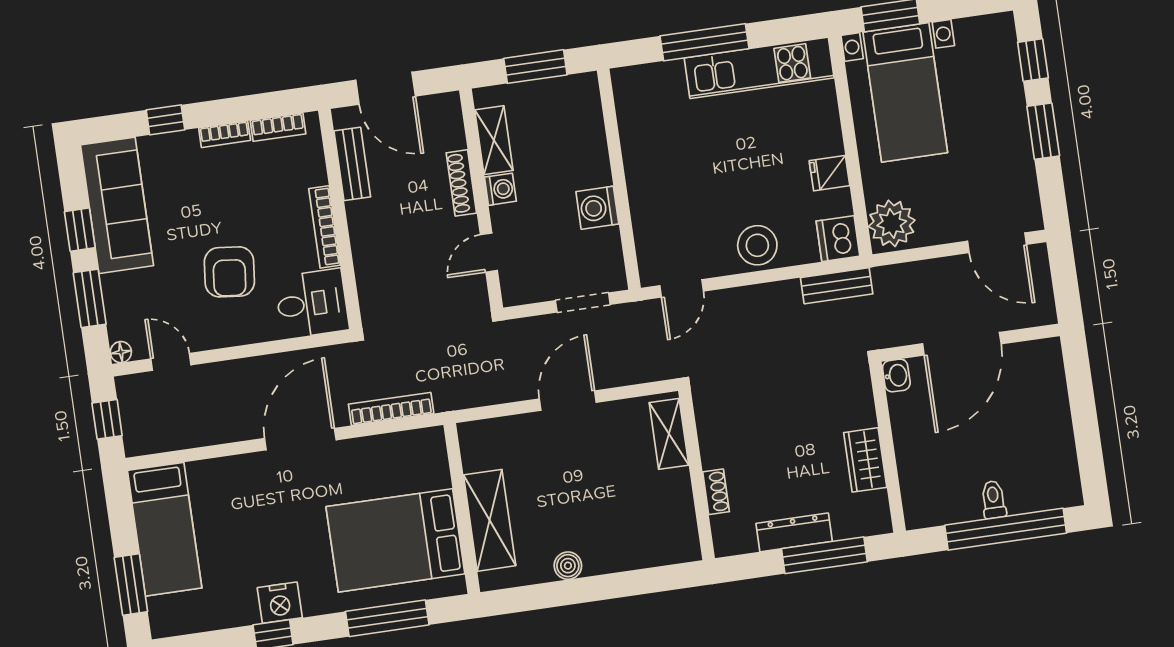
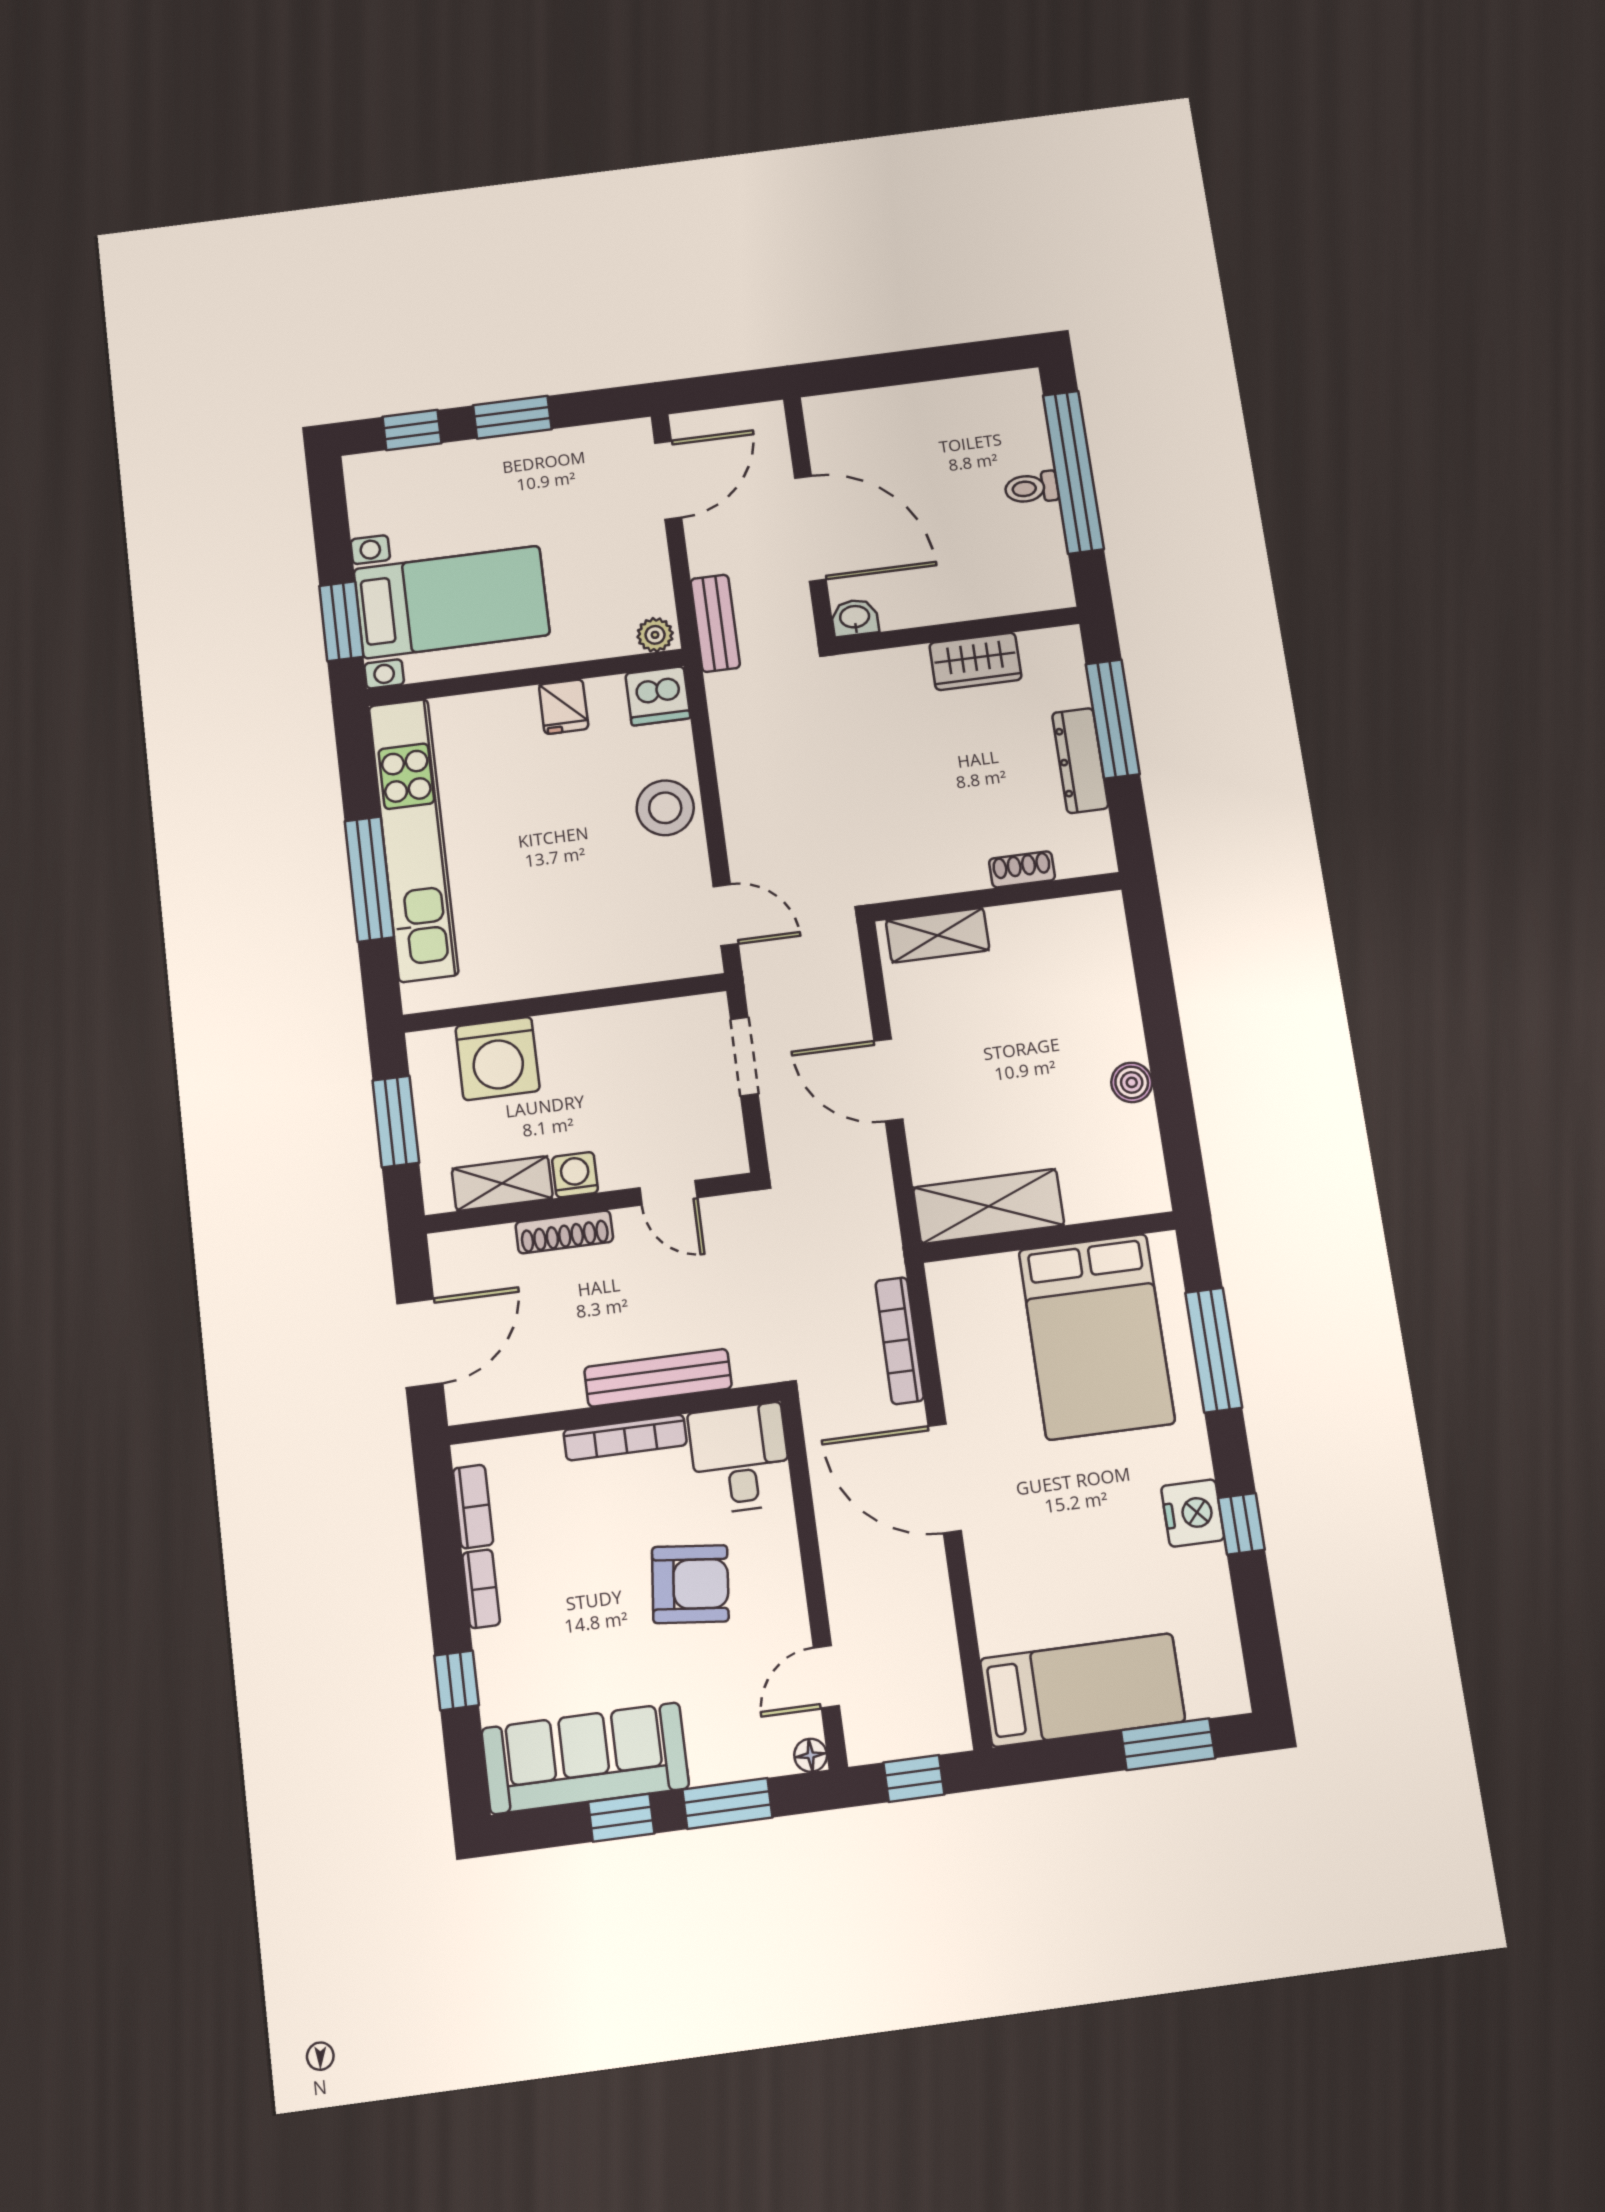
kitchen unit: (759, 68) -> (413, 840), width x1.36
bench: (352, 164) -> (658, 1378), moved, width x1.36
washing machine: (597, 208) -> (498, 1059), moved, width x1.37, depth x1.37
plant: (892, 223) -> (655, 635), width x0.53, depth x0.53
bench: (837, 286) -> (715, 623), moved
shelving: (490, 520) -> (989, 1206), moved

